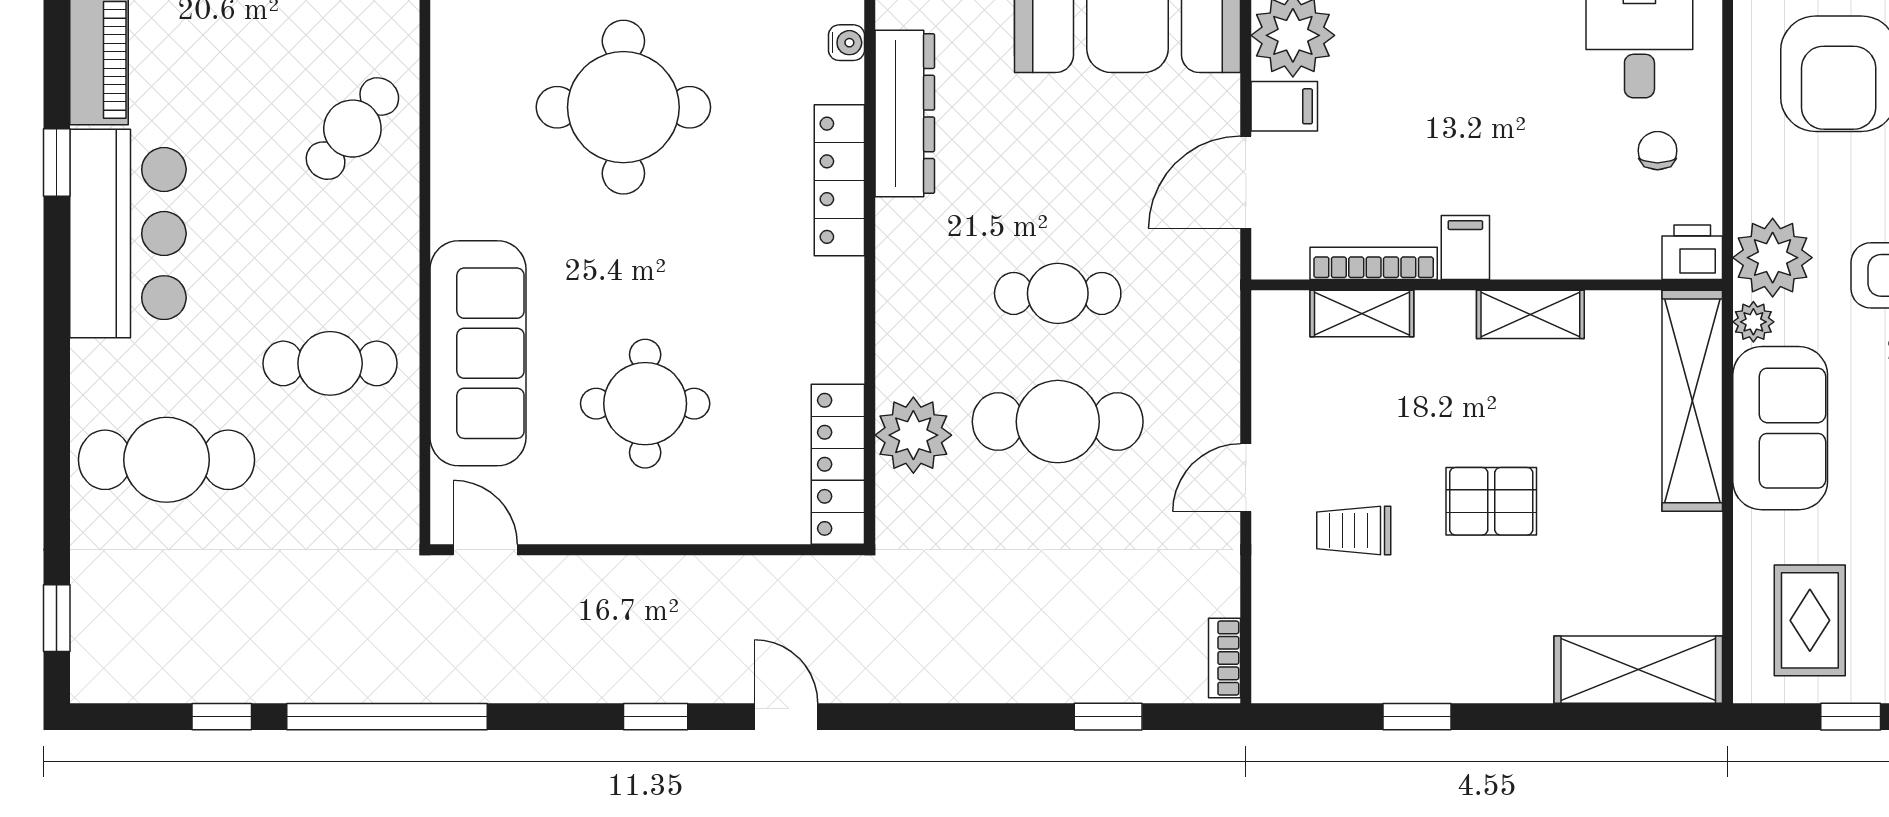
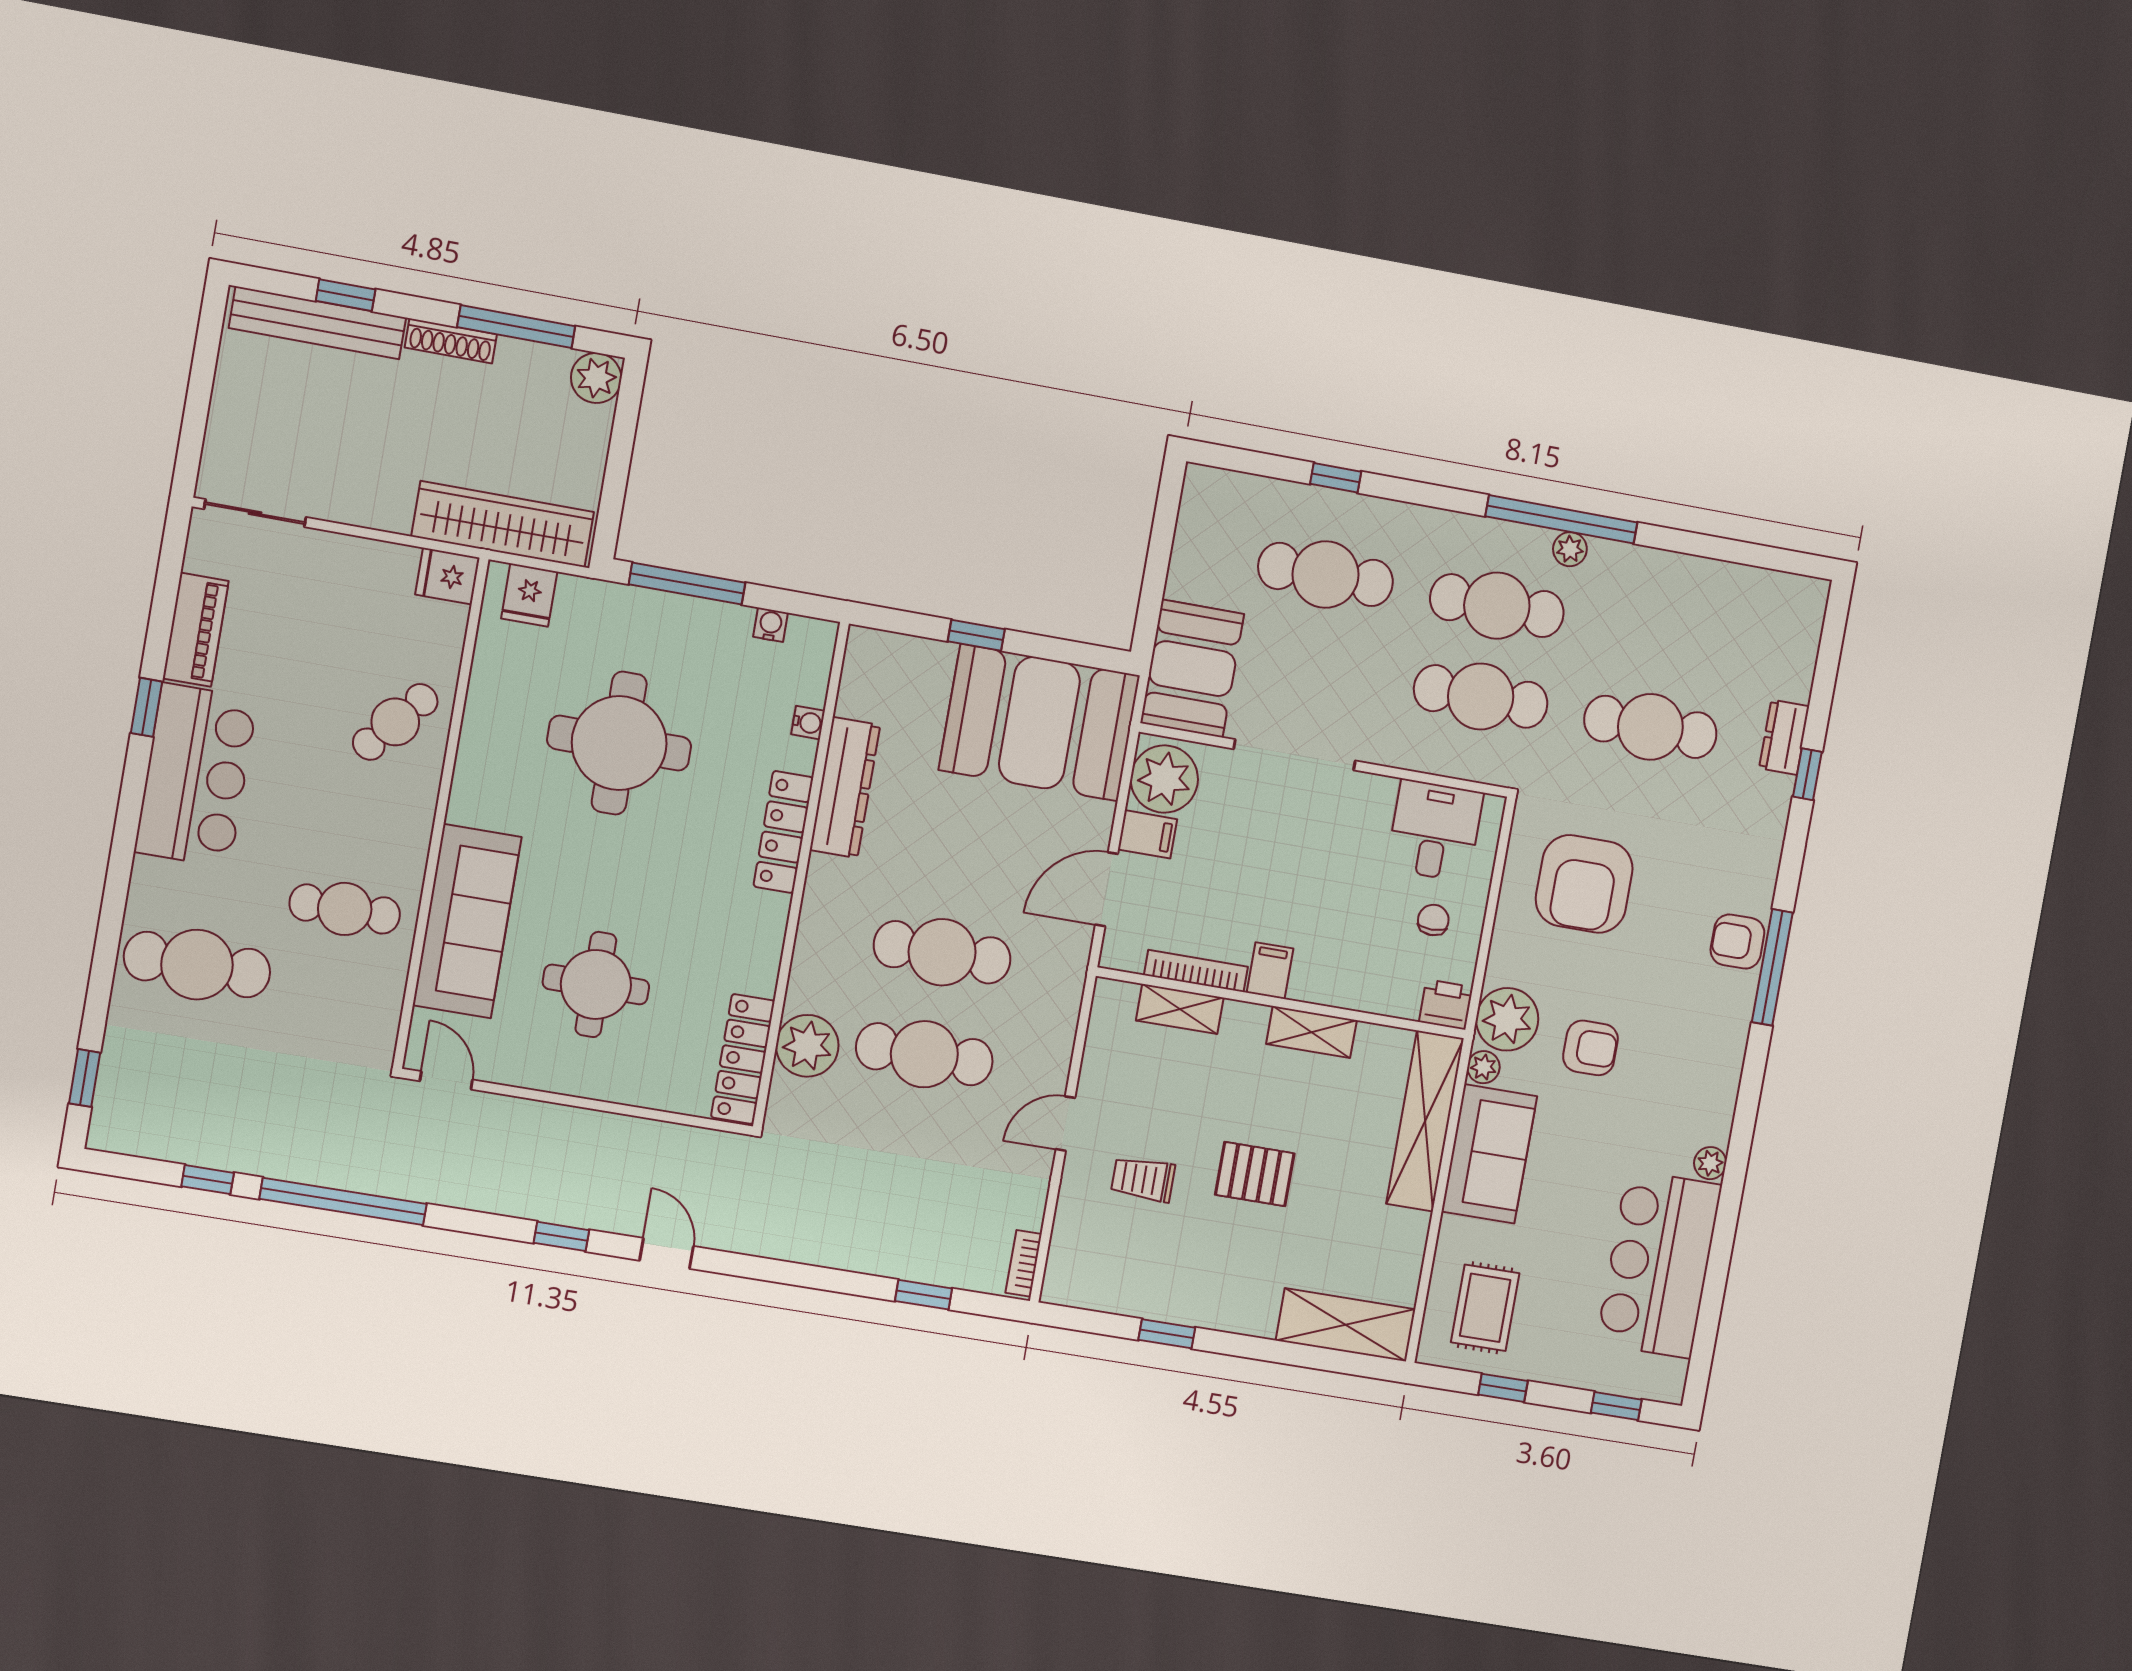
cafe table: (1058, 293) -> (942, 952), width x1.37, depth x1.35

